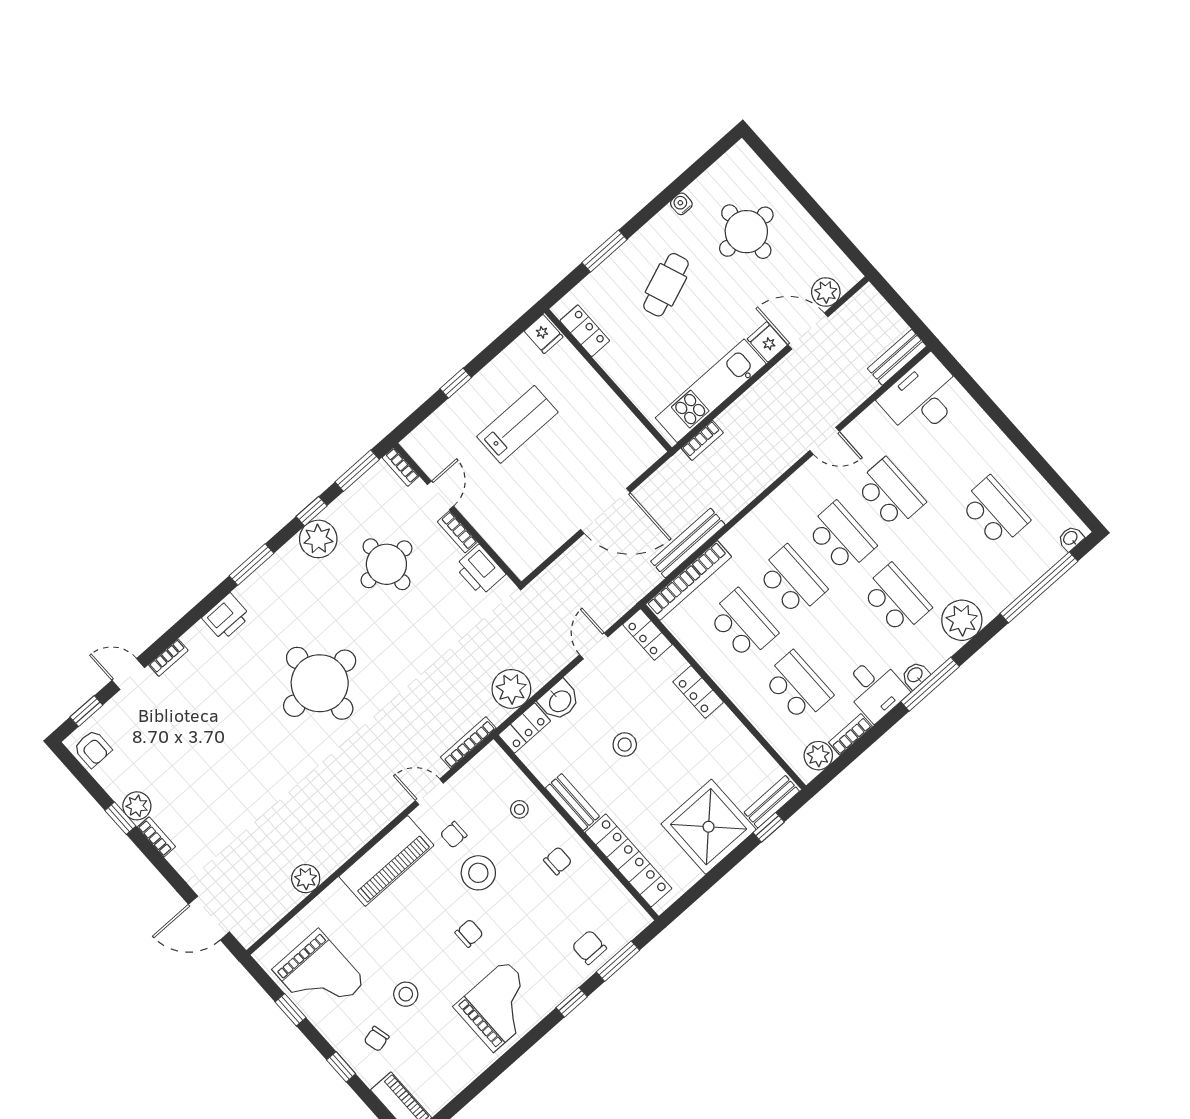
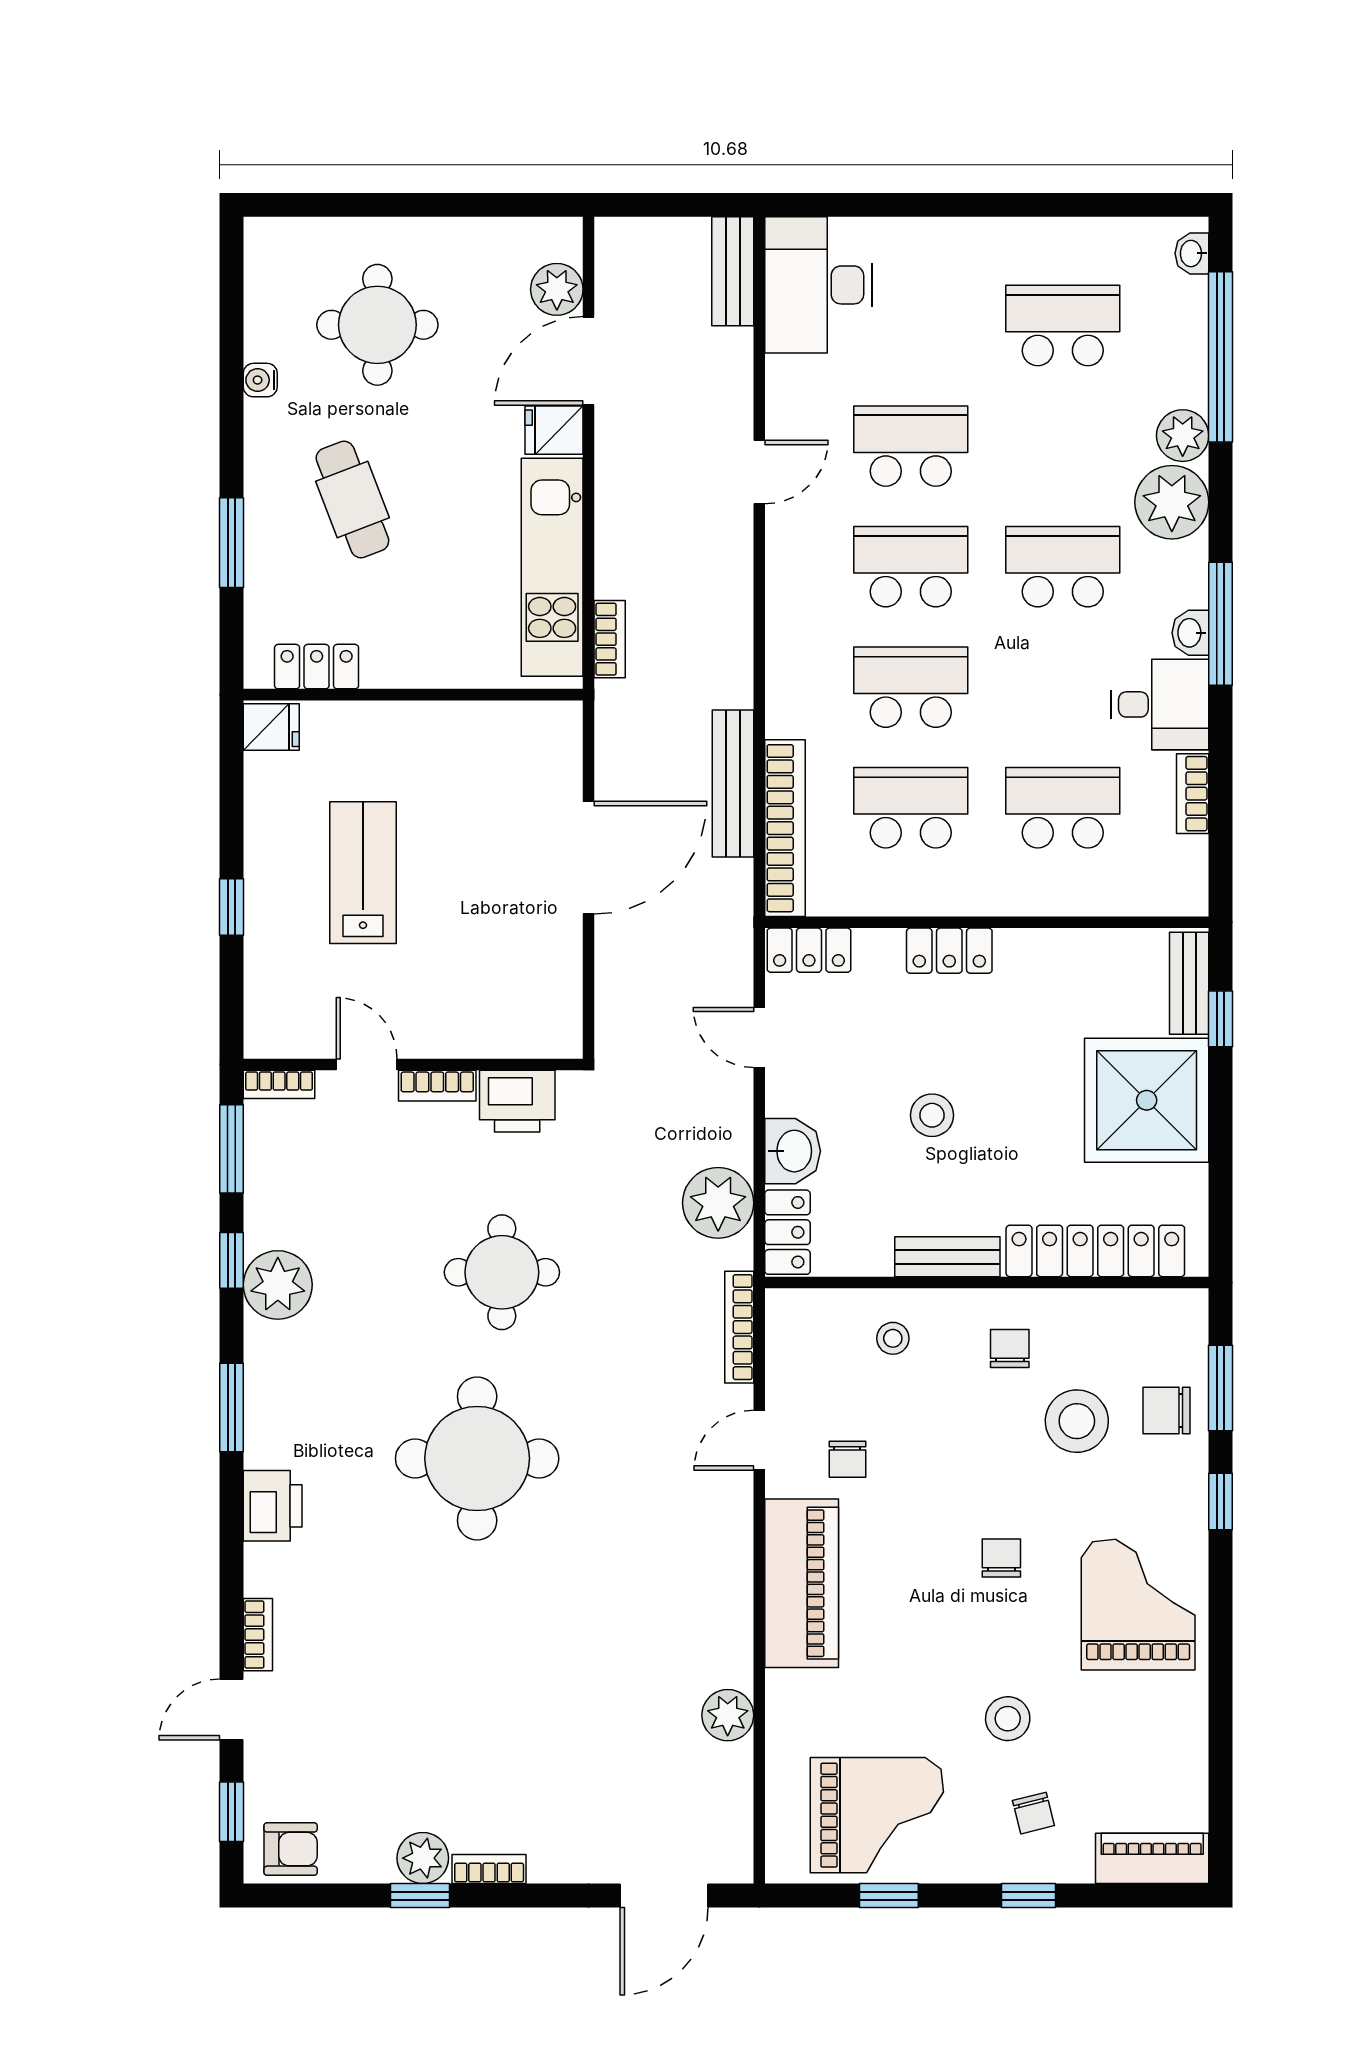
round table: (386, 564) -> (502, 1272), moved
plant: (818, 756) -> (1183, 436), moved
stool: (478, 873) -> (1077, 1421), moved

